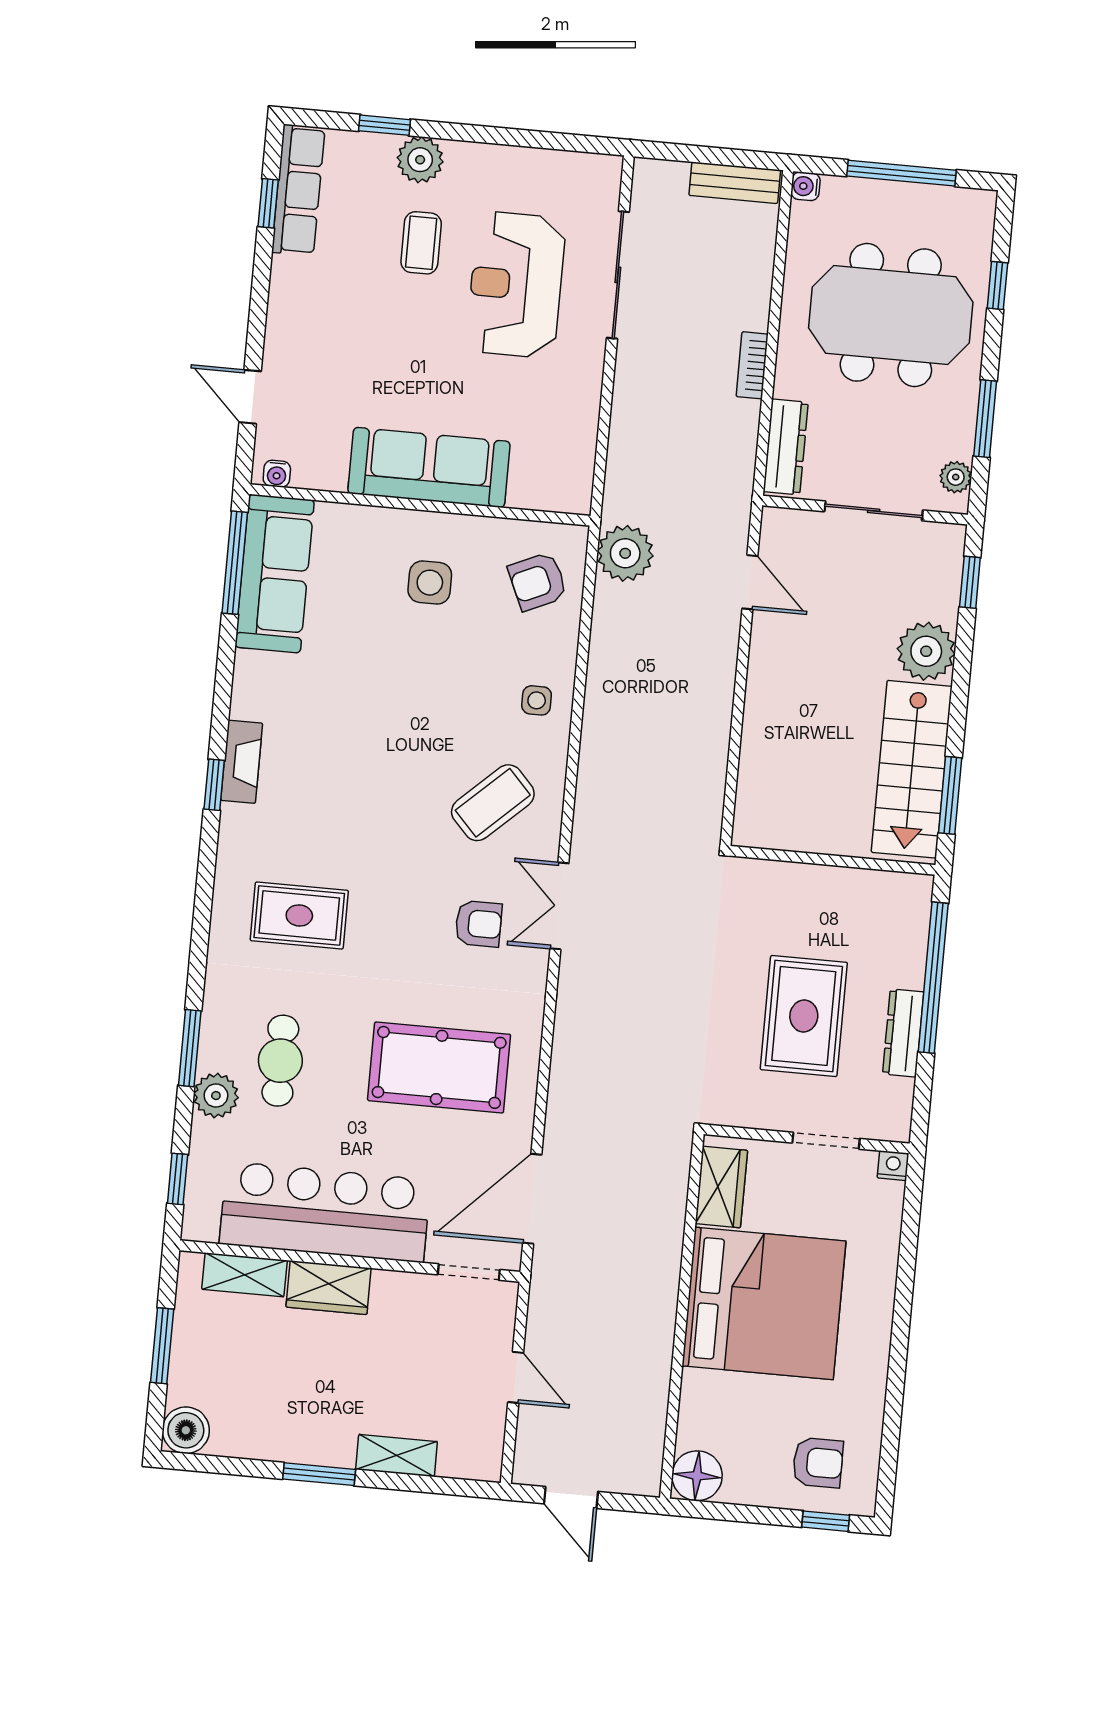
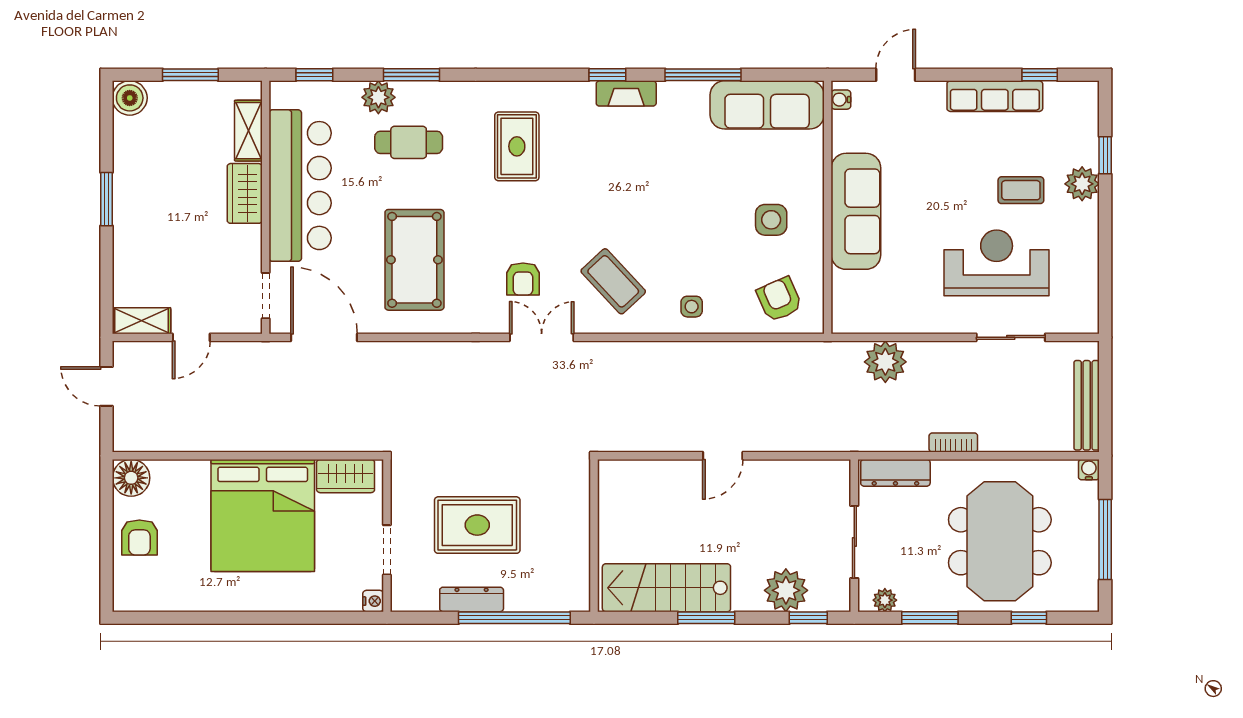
bench: (735, 183) -> (1087, 405), width x1.36
row of seats: (298, 190) -> (995, 96), moved
sliding door: (618, 275) -> (1011, 337), width x0.73
plant: (625, 553) -> (885, 362), moved
window: (235, 563) -> (703, 75), moved
door: (750, 582) -> (723, 456), moved
plant: (926, 651) -> (786, 590), moved
window: (950, 795) -> (706, 618), moved
shelving: (396, 1455) -> (142, 321), moved, turned 90
armchair: (818, 1463) -> (139, 537), moved
door: (571, 1498) -> (106, 386), hinge flipped
window: (826, 1521) -> (106, 576), removed

